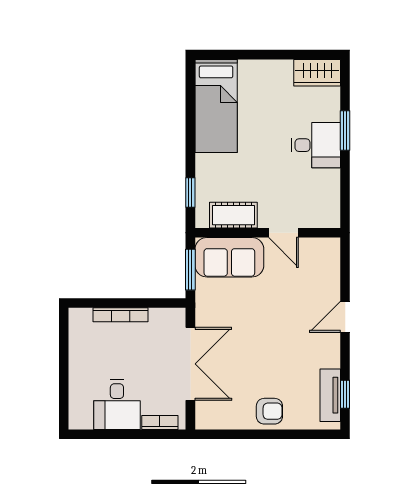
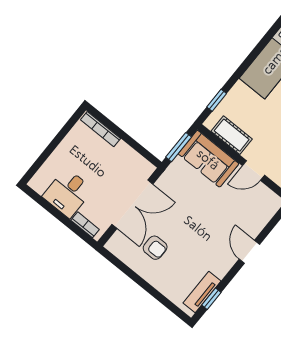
door: (284, 233) -> (253, 170), hinge flipped
bookcase: (120, 315) -> (101, 129), moved
door: (345, 317) -> (249, 252), hinge flipped
armchair: (269, 411) -> (155, 248), moved

